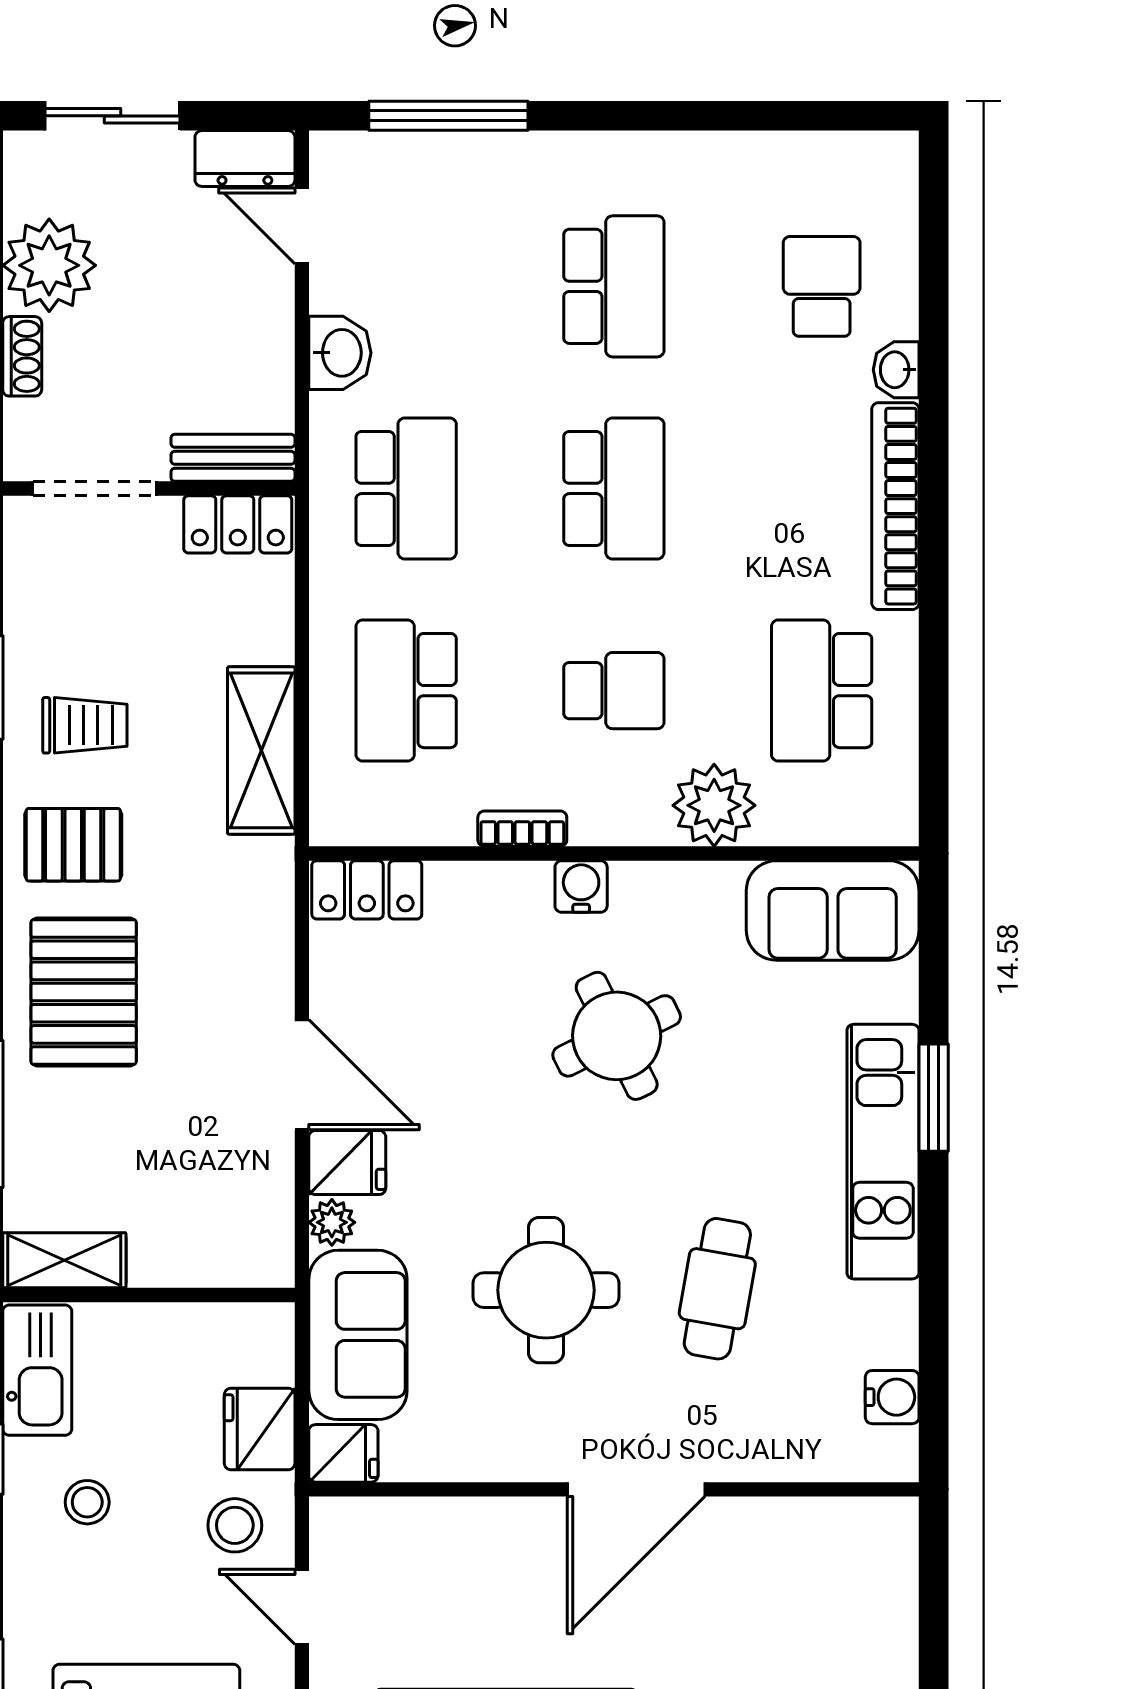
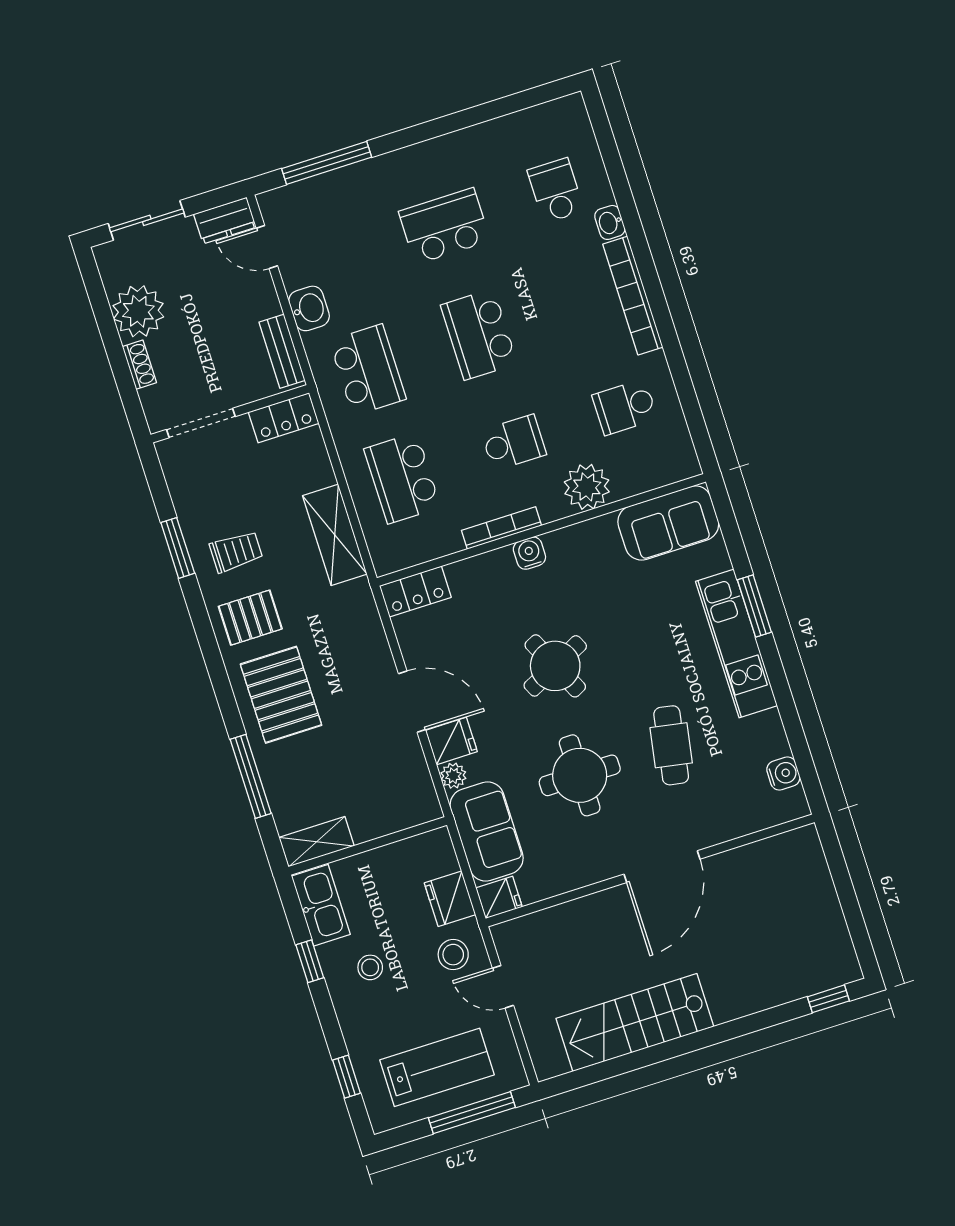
school desk: (614, 286) -> (444, 226), turned -90
bench: (233, 458) -> (282, 351), moved, turned 90
school desk: (614, 488) -> (479, 334), turned 180
school desk: (822, 691) -> (625, 407), width x0.54
bookcase: (522, 829) -> (501, 528), width x1.56
round table: (617, 1036) -> (555, 666), moved

